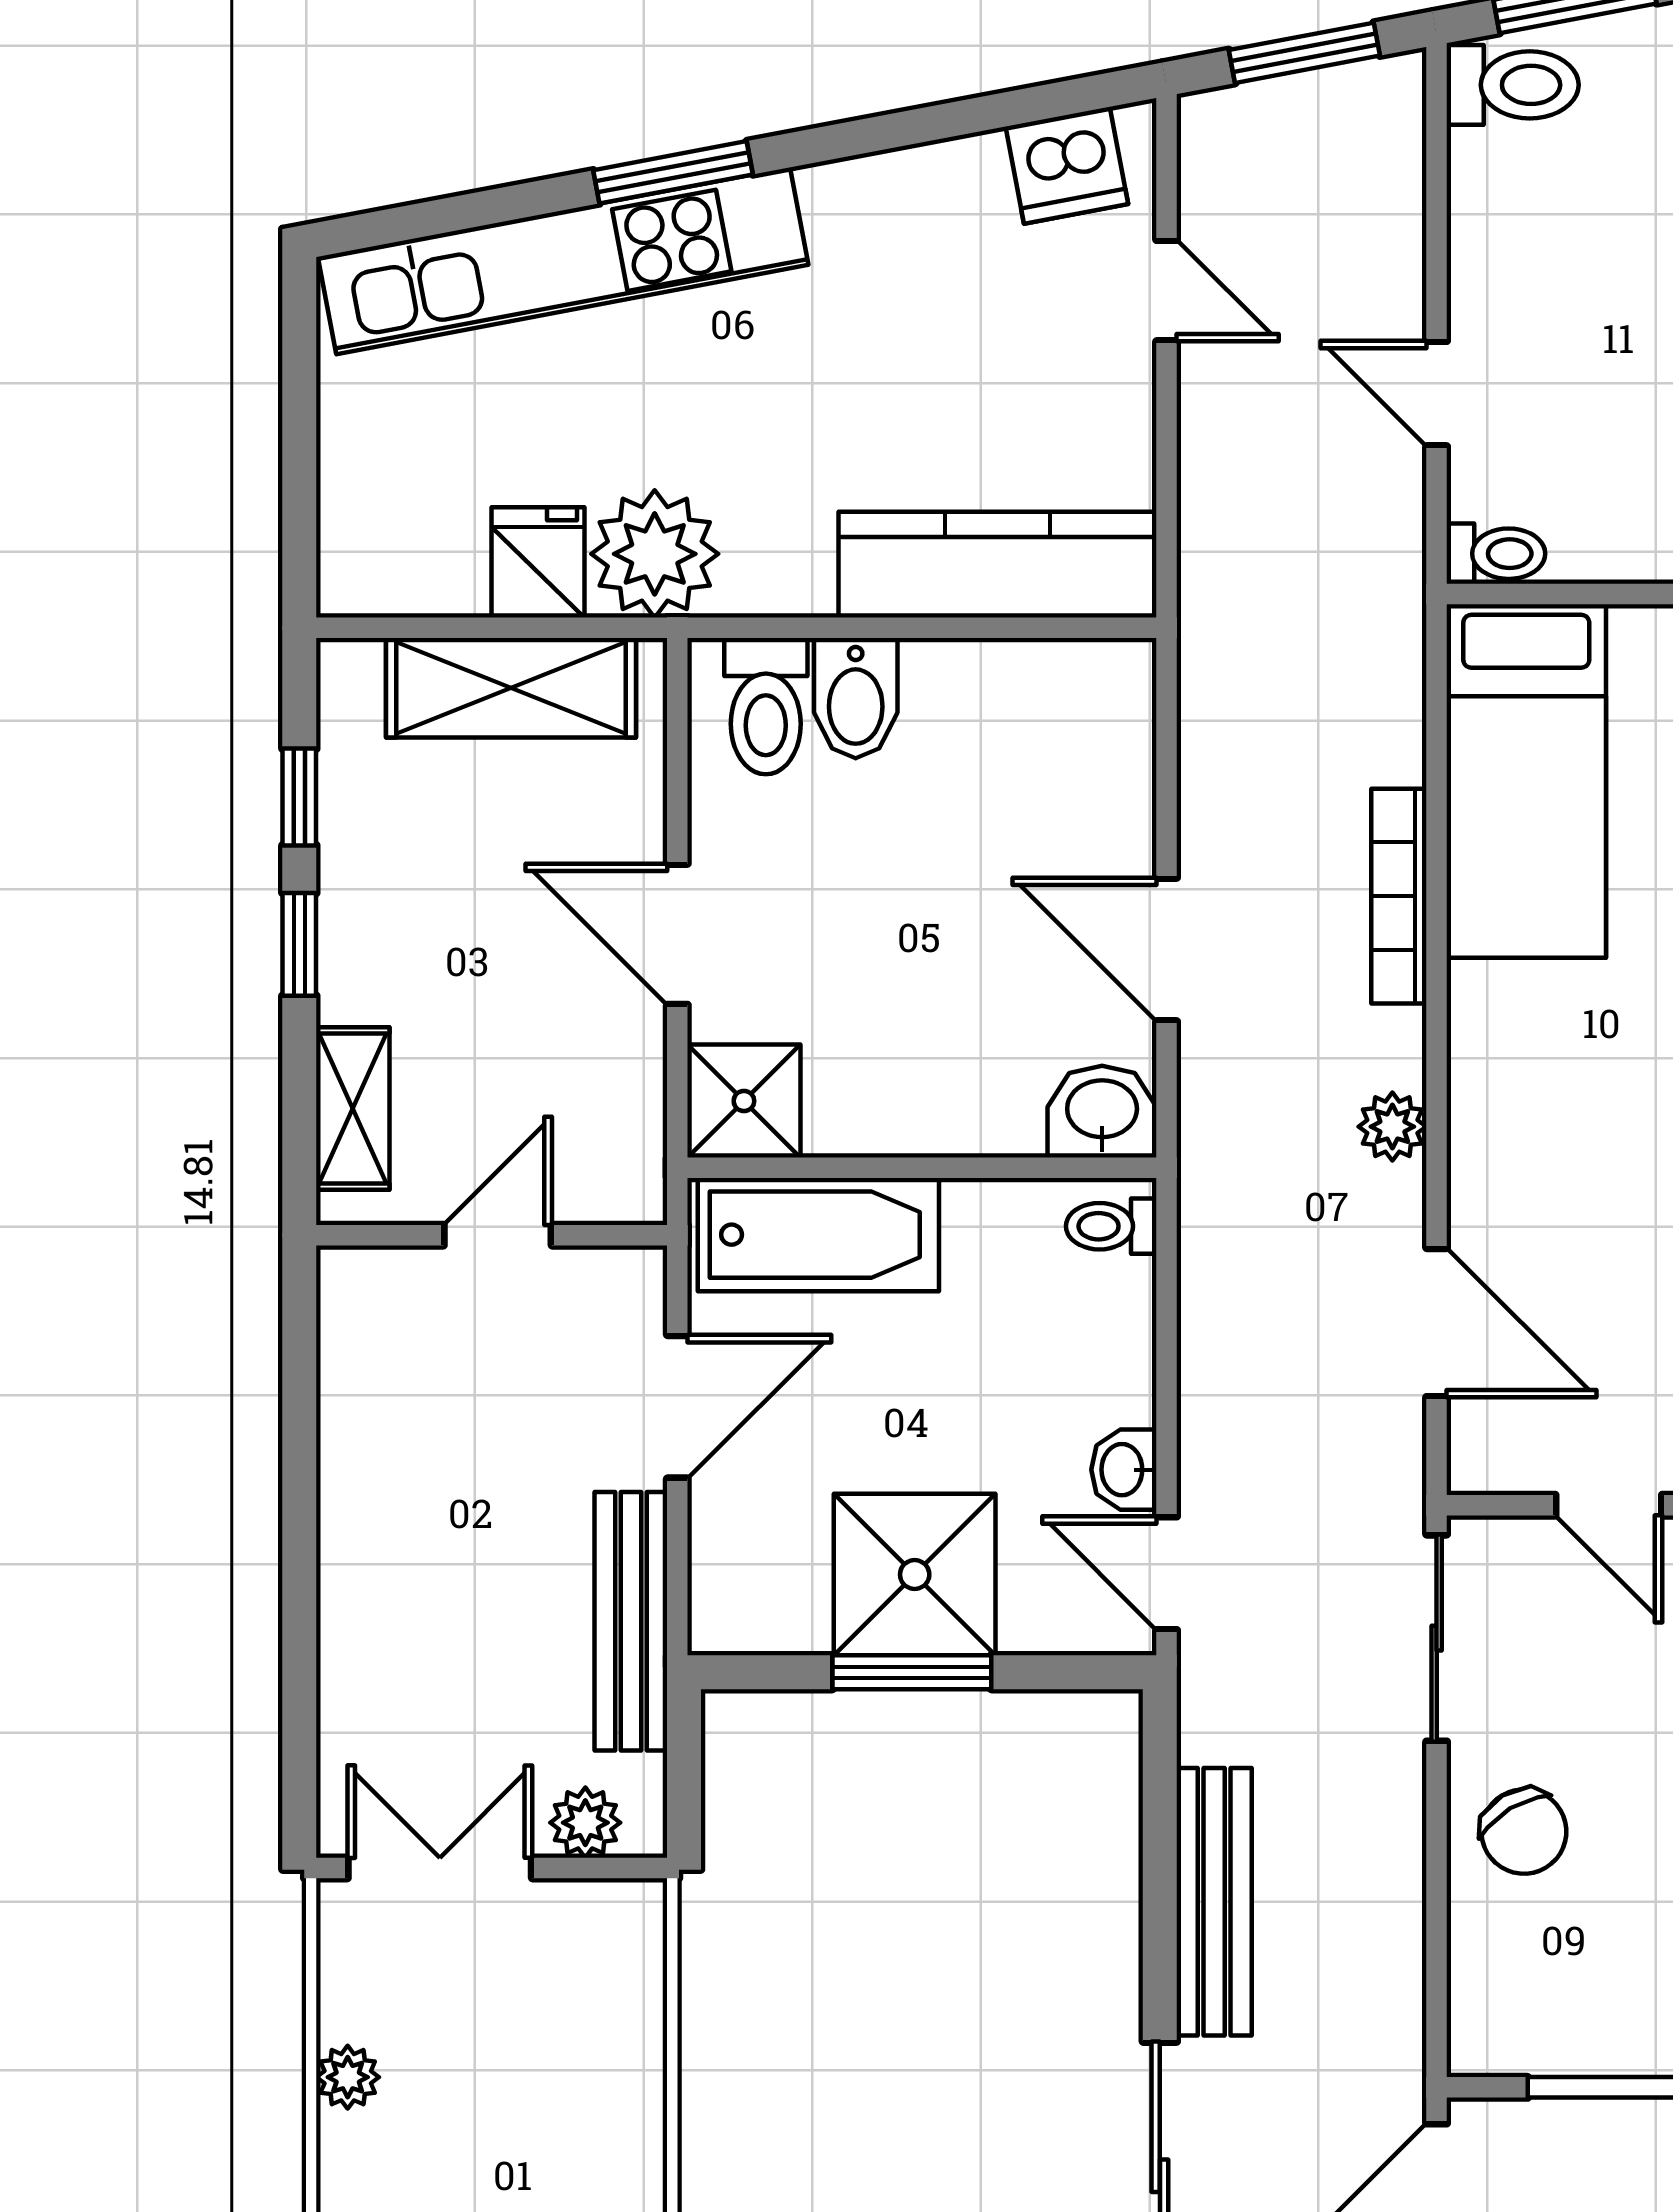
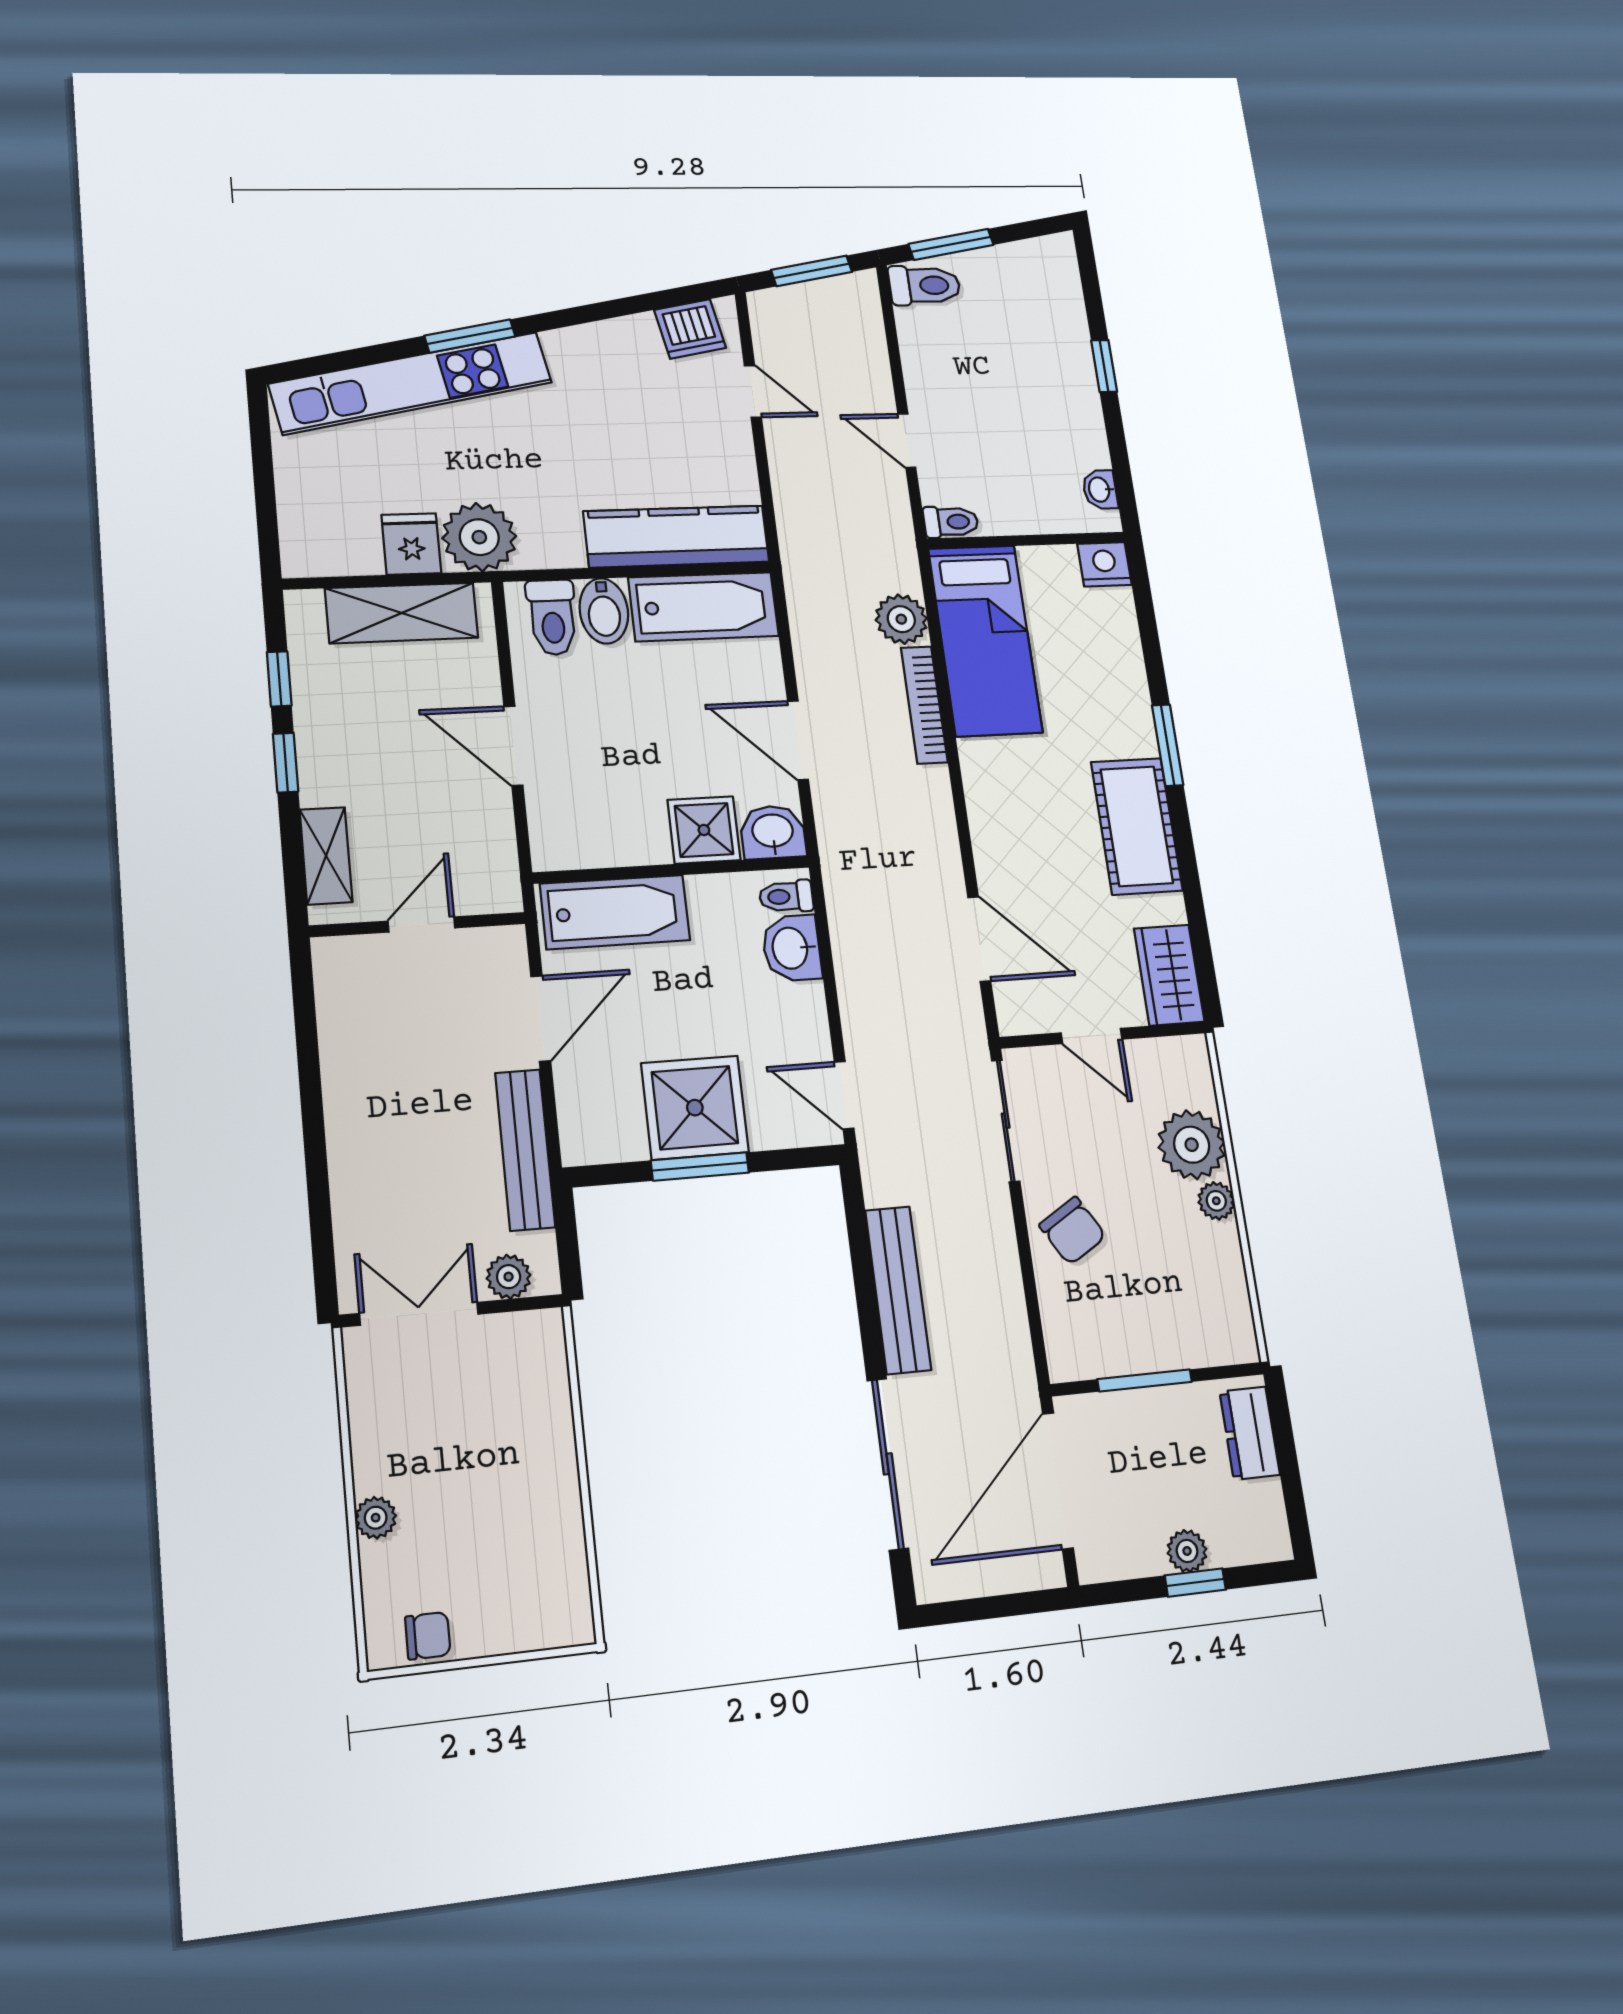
bathtub: (1030, 697) -> (704, 607), added
shower: (744, 1101) -> (704, 830), moved
plant: (1392, 1127) -> (901, 619), moved, width x1.38, depth x1.38
washbasin: (1124, 1470) -> (792, 948), moved, width x1.38, depth x1.45
plant: (348, 2077) -> (376, 1518), moved

